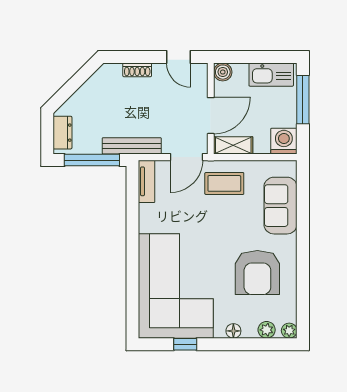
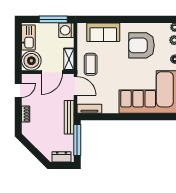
boiler: (223, 72) -> (31, 61), width x1.86, depth x1.86
window: (303, 100) -> (53, 19), moved
door: (211, 116) -> (52, 72), swing flipped
armchair: (257, 273) -> (142, 45), turned 180

